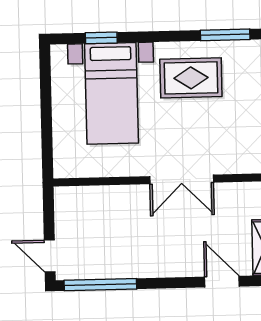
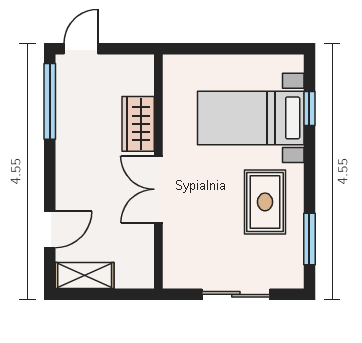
wardrobe: (120, 200) -> (138, 124), added

